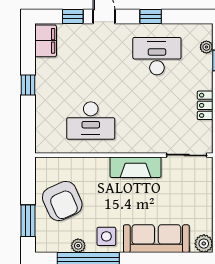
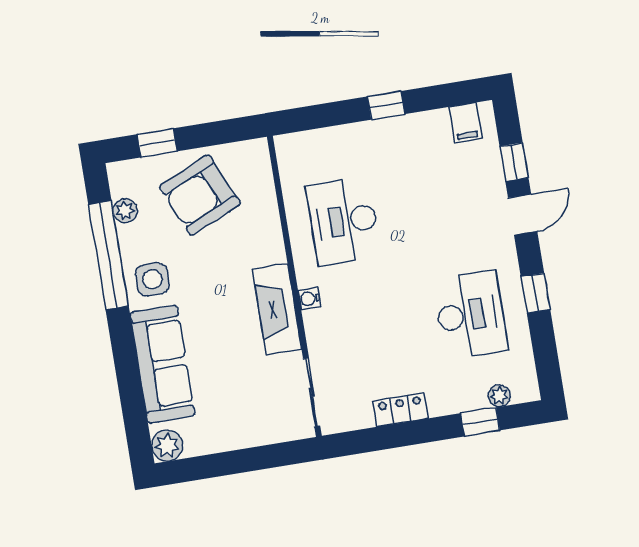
filing cabinet: (46, 41) -> (465, 123), width x0.50
water cooler: (132, 147) -> (309, 299), added
window: (28, 221) -> (157, 143), width x0.67
plant: (78, 246) -> (125, 211), moved

